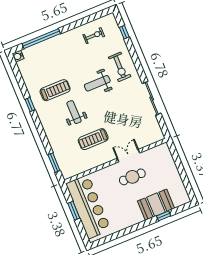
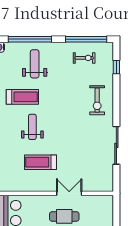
window: (89, 19) -> (86, 39), added
weight bench: (97, 83) -> (35, 64), moved, turned 90

